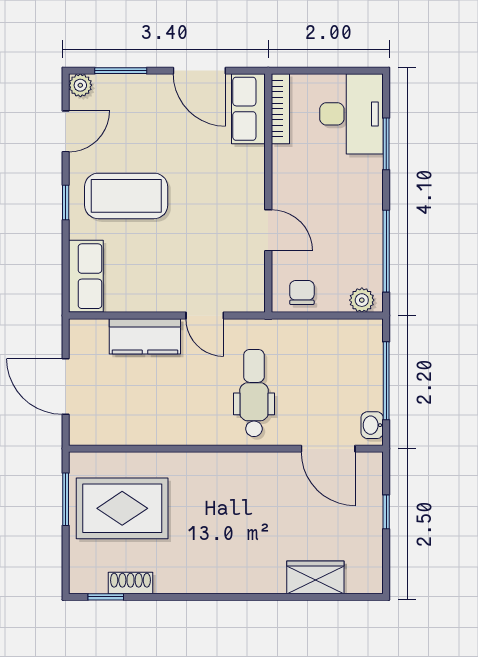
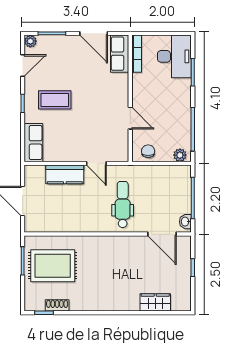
coffee table: (126, 196) -> (55, 100), width x0.73, depth x0.76

